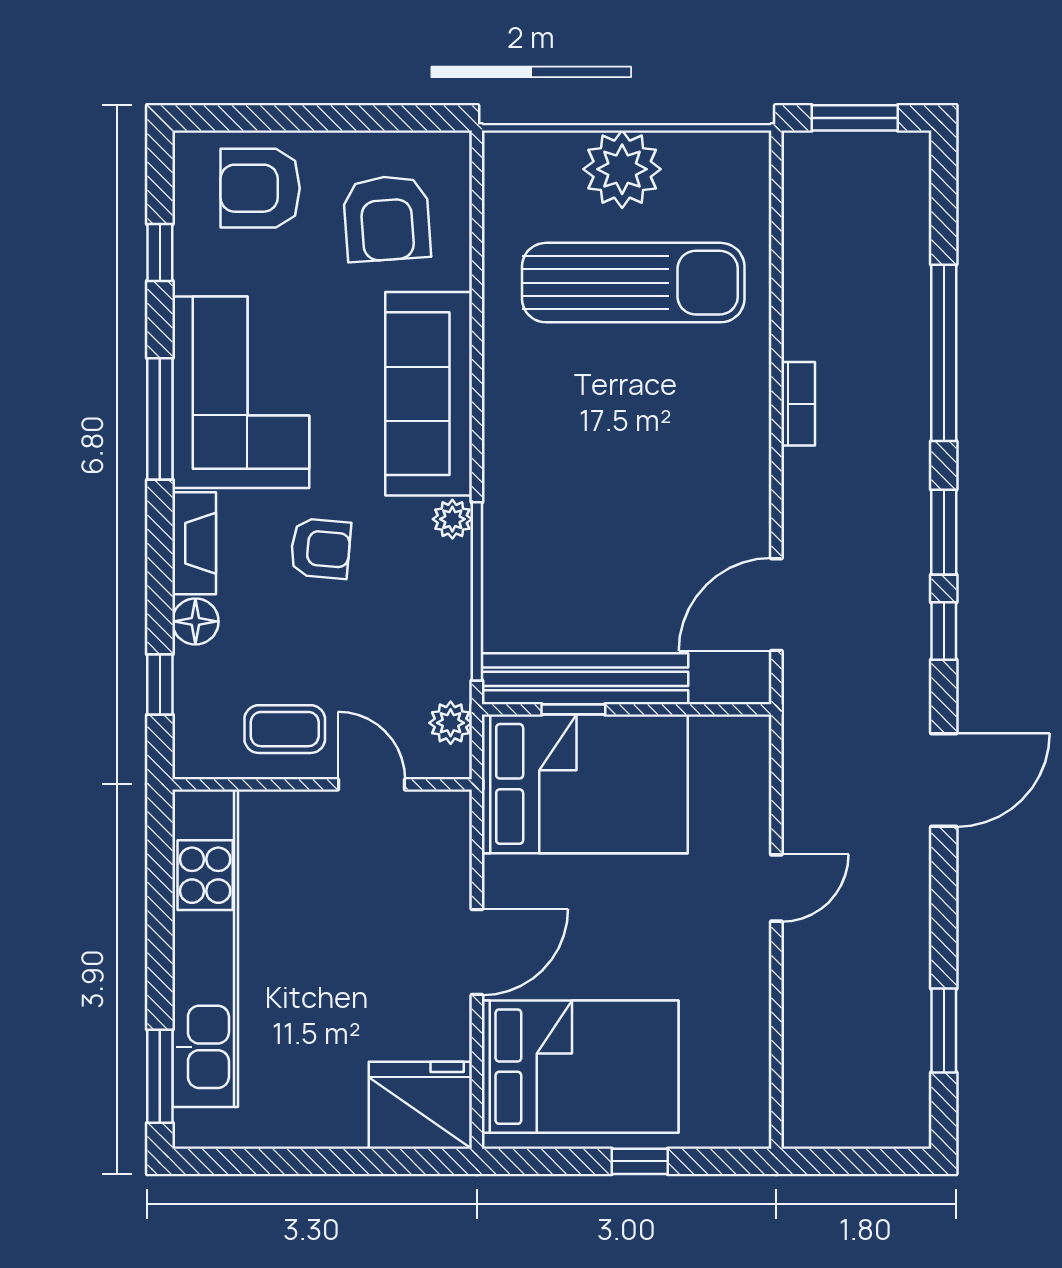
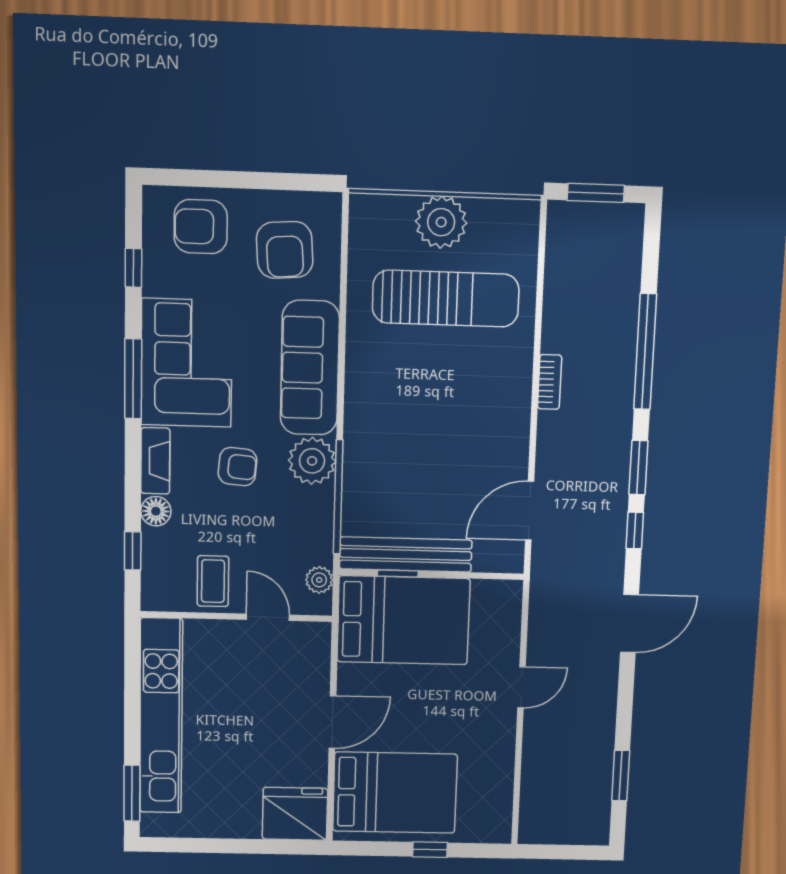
plant: (452, 519) -> (312, 461), width x1.88, depth x1.88
coffee table: (285, 729) -> (213, 581), turned 90

